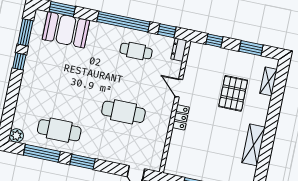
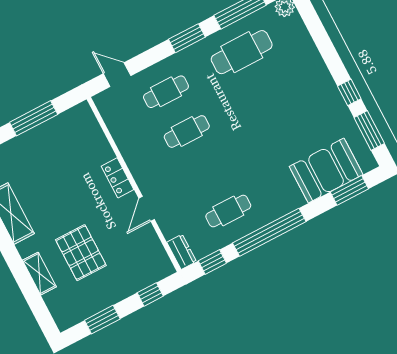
shelving: (268, 81) -> (39, 274), moved
door: (179, 88) -> (147, 209), swing flipped
cafe table: (123, 112) -> (187, 131), width x0.73, depth x0.74
cafe table: (117, 142) -> (166, 92), added

